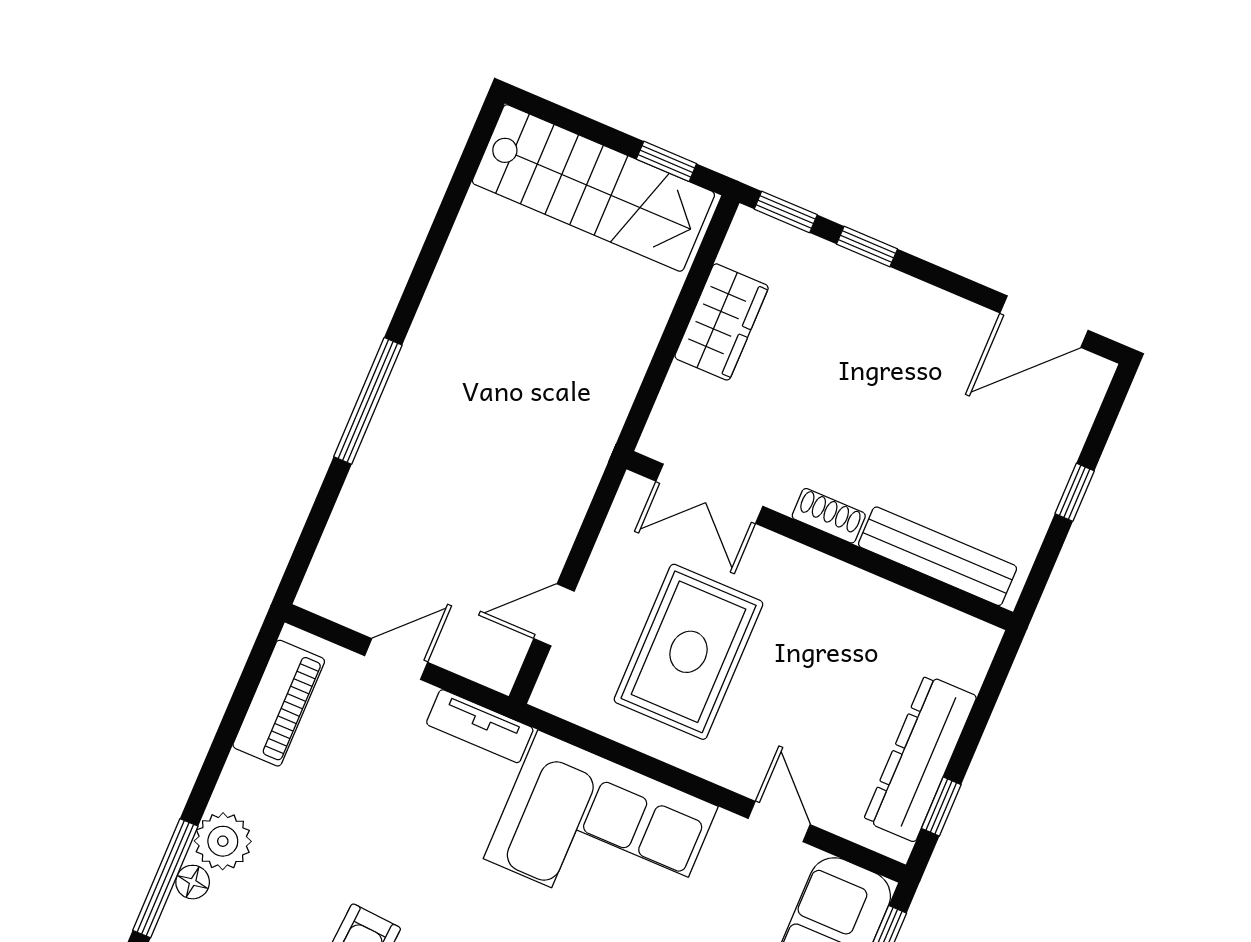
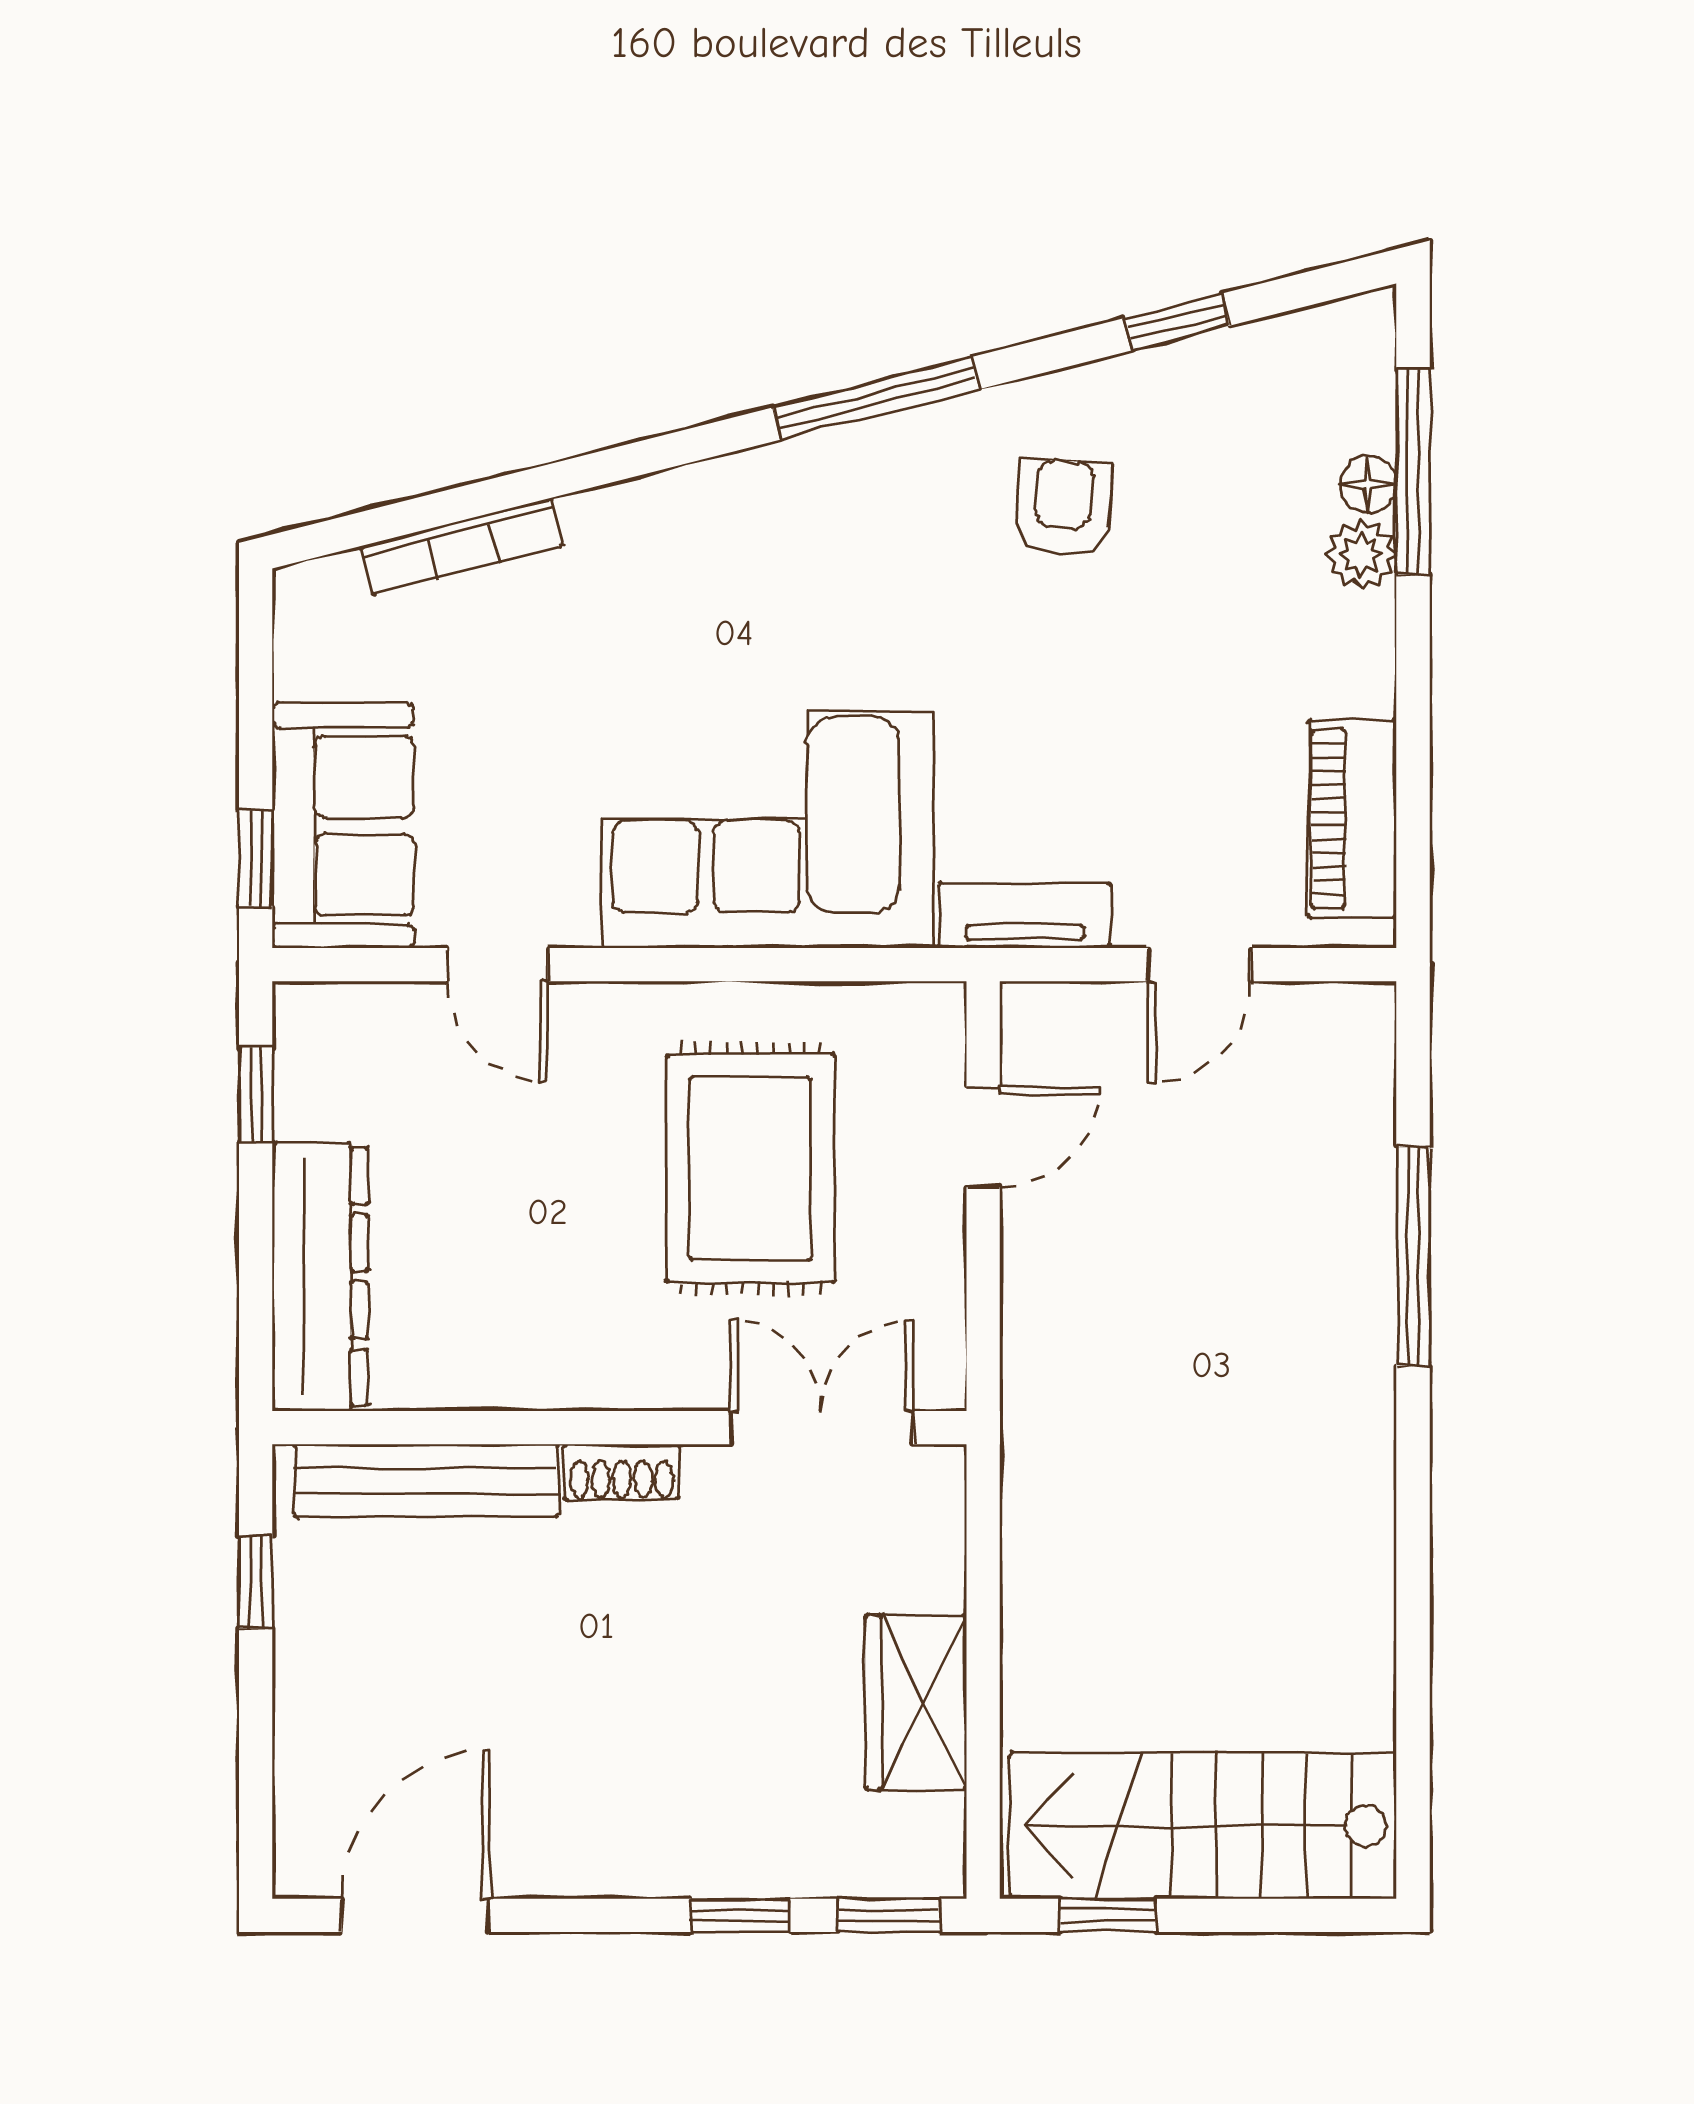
window: (368, 401) -> (1413, 1256), moved
window: (1075, 492) -> (256, 1582), moved
dresser: (920, 758) -> (320, 1277), moved
plant: (223, 841) -> (1361, 554), width x0.73, depth x0.73

